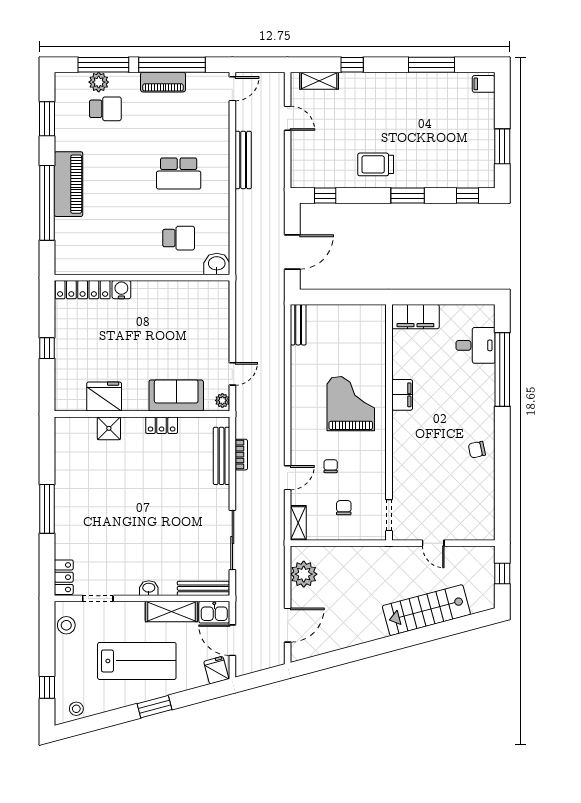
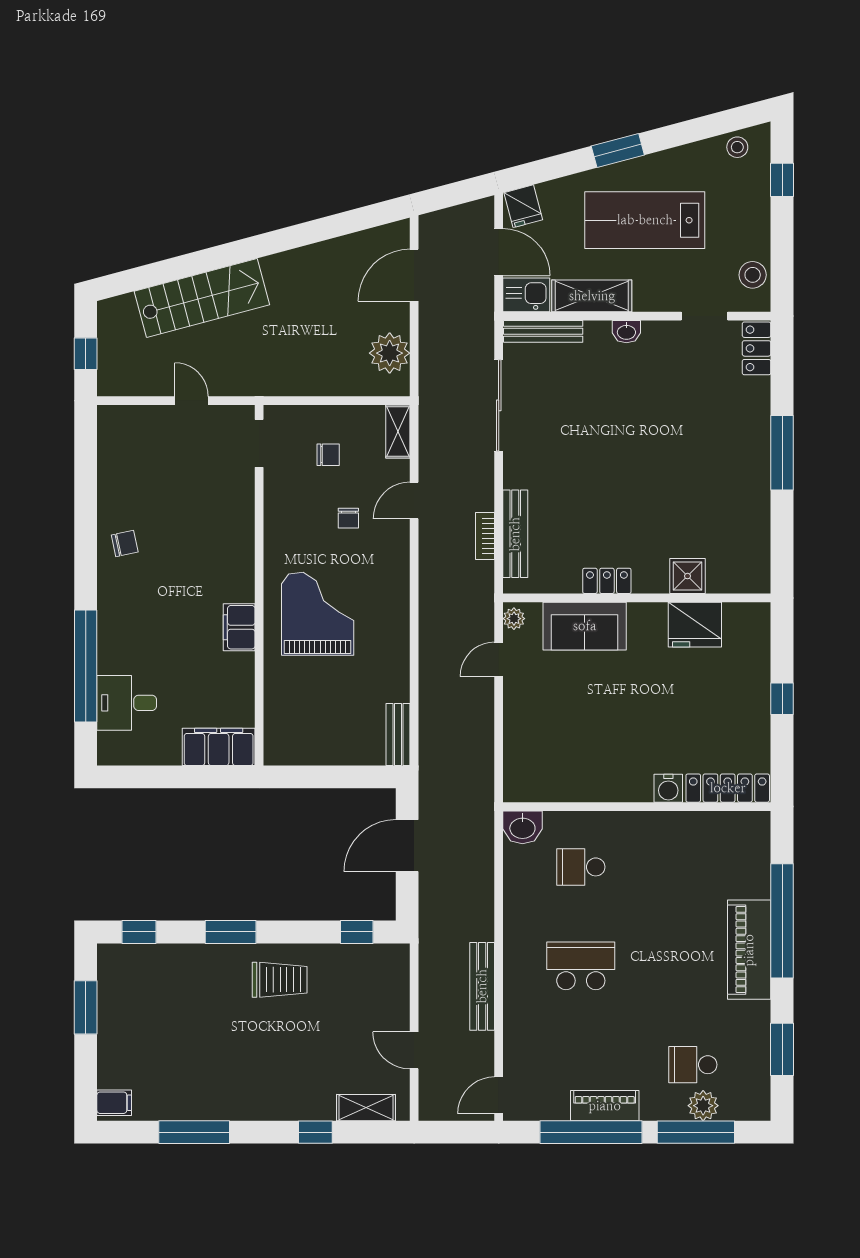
grand piano: (351, 404) -> (318, 614), turned 180
chair: (344, 508) -> (328, 455), turned -90

